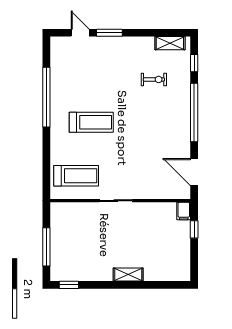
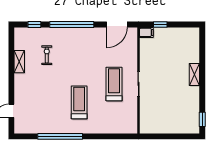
window: (109, 33) -> (11, 89), removed
shelving: (170, 43) -> (19, 62), moved
treadmill: (76, 176) -> (114, 84), moved
window: (46, 247) -> (174, 136), removed

